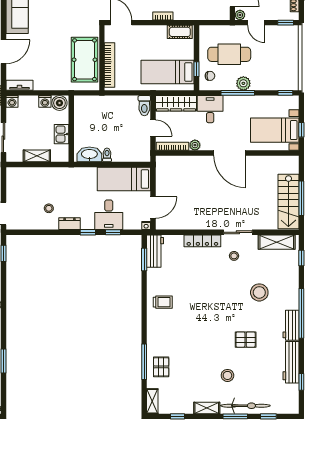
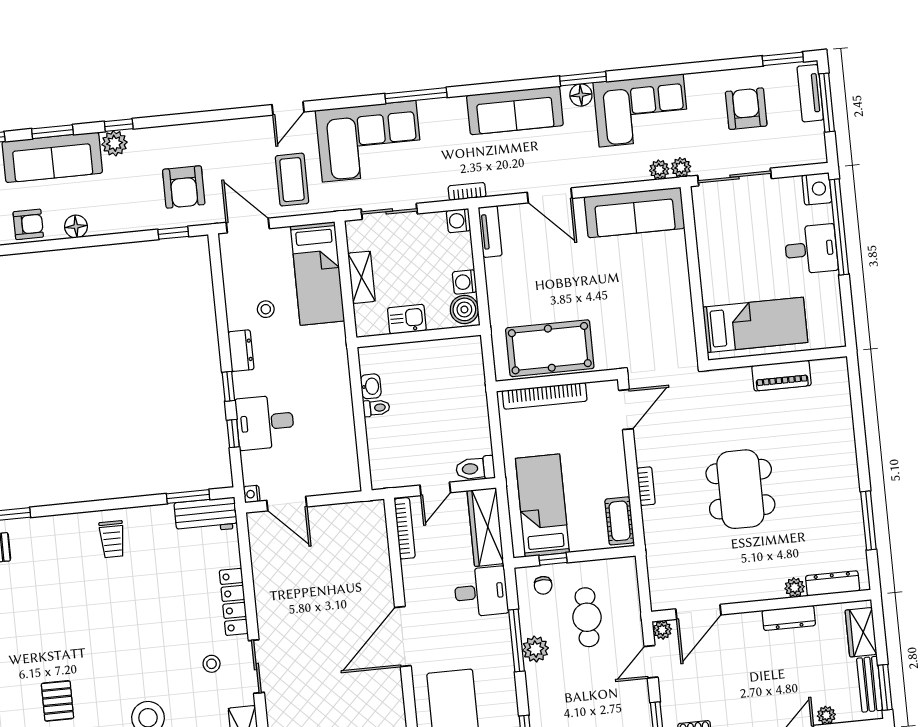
cafe table: (229, 54) -> (587, 617), width x0.73, depth x0.74
plant: (195, 145) -> (411, 570), removed
washbasin: (89, 154) -> (371, 386), width x0.52, depth x0.69
bed: (124, 179) -> (318, 273), moved, turned 180

